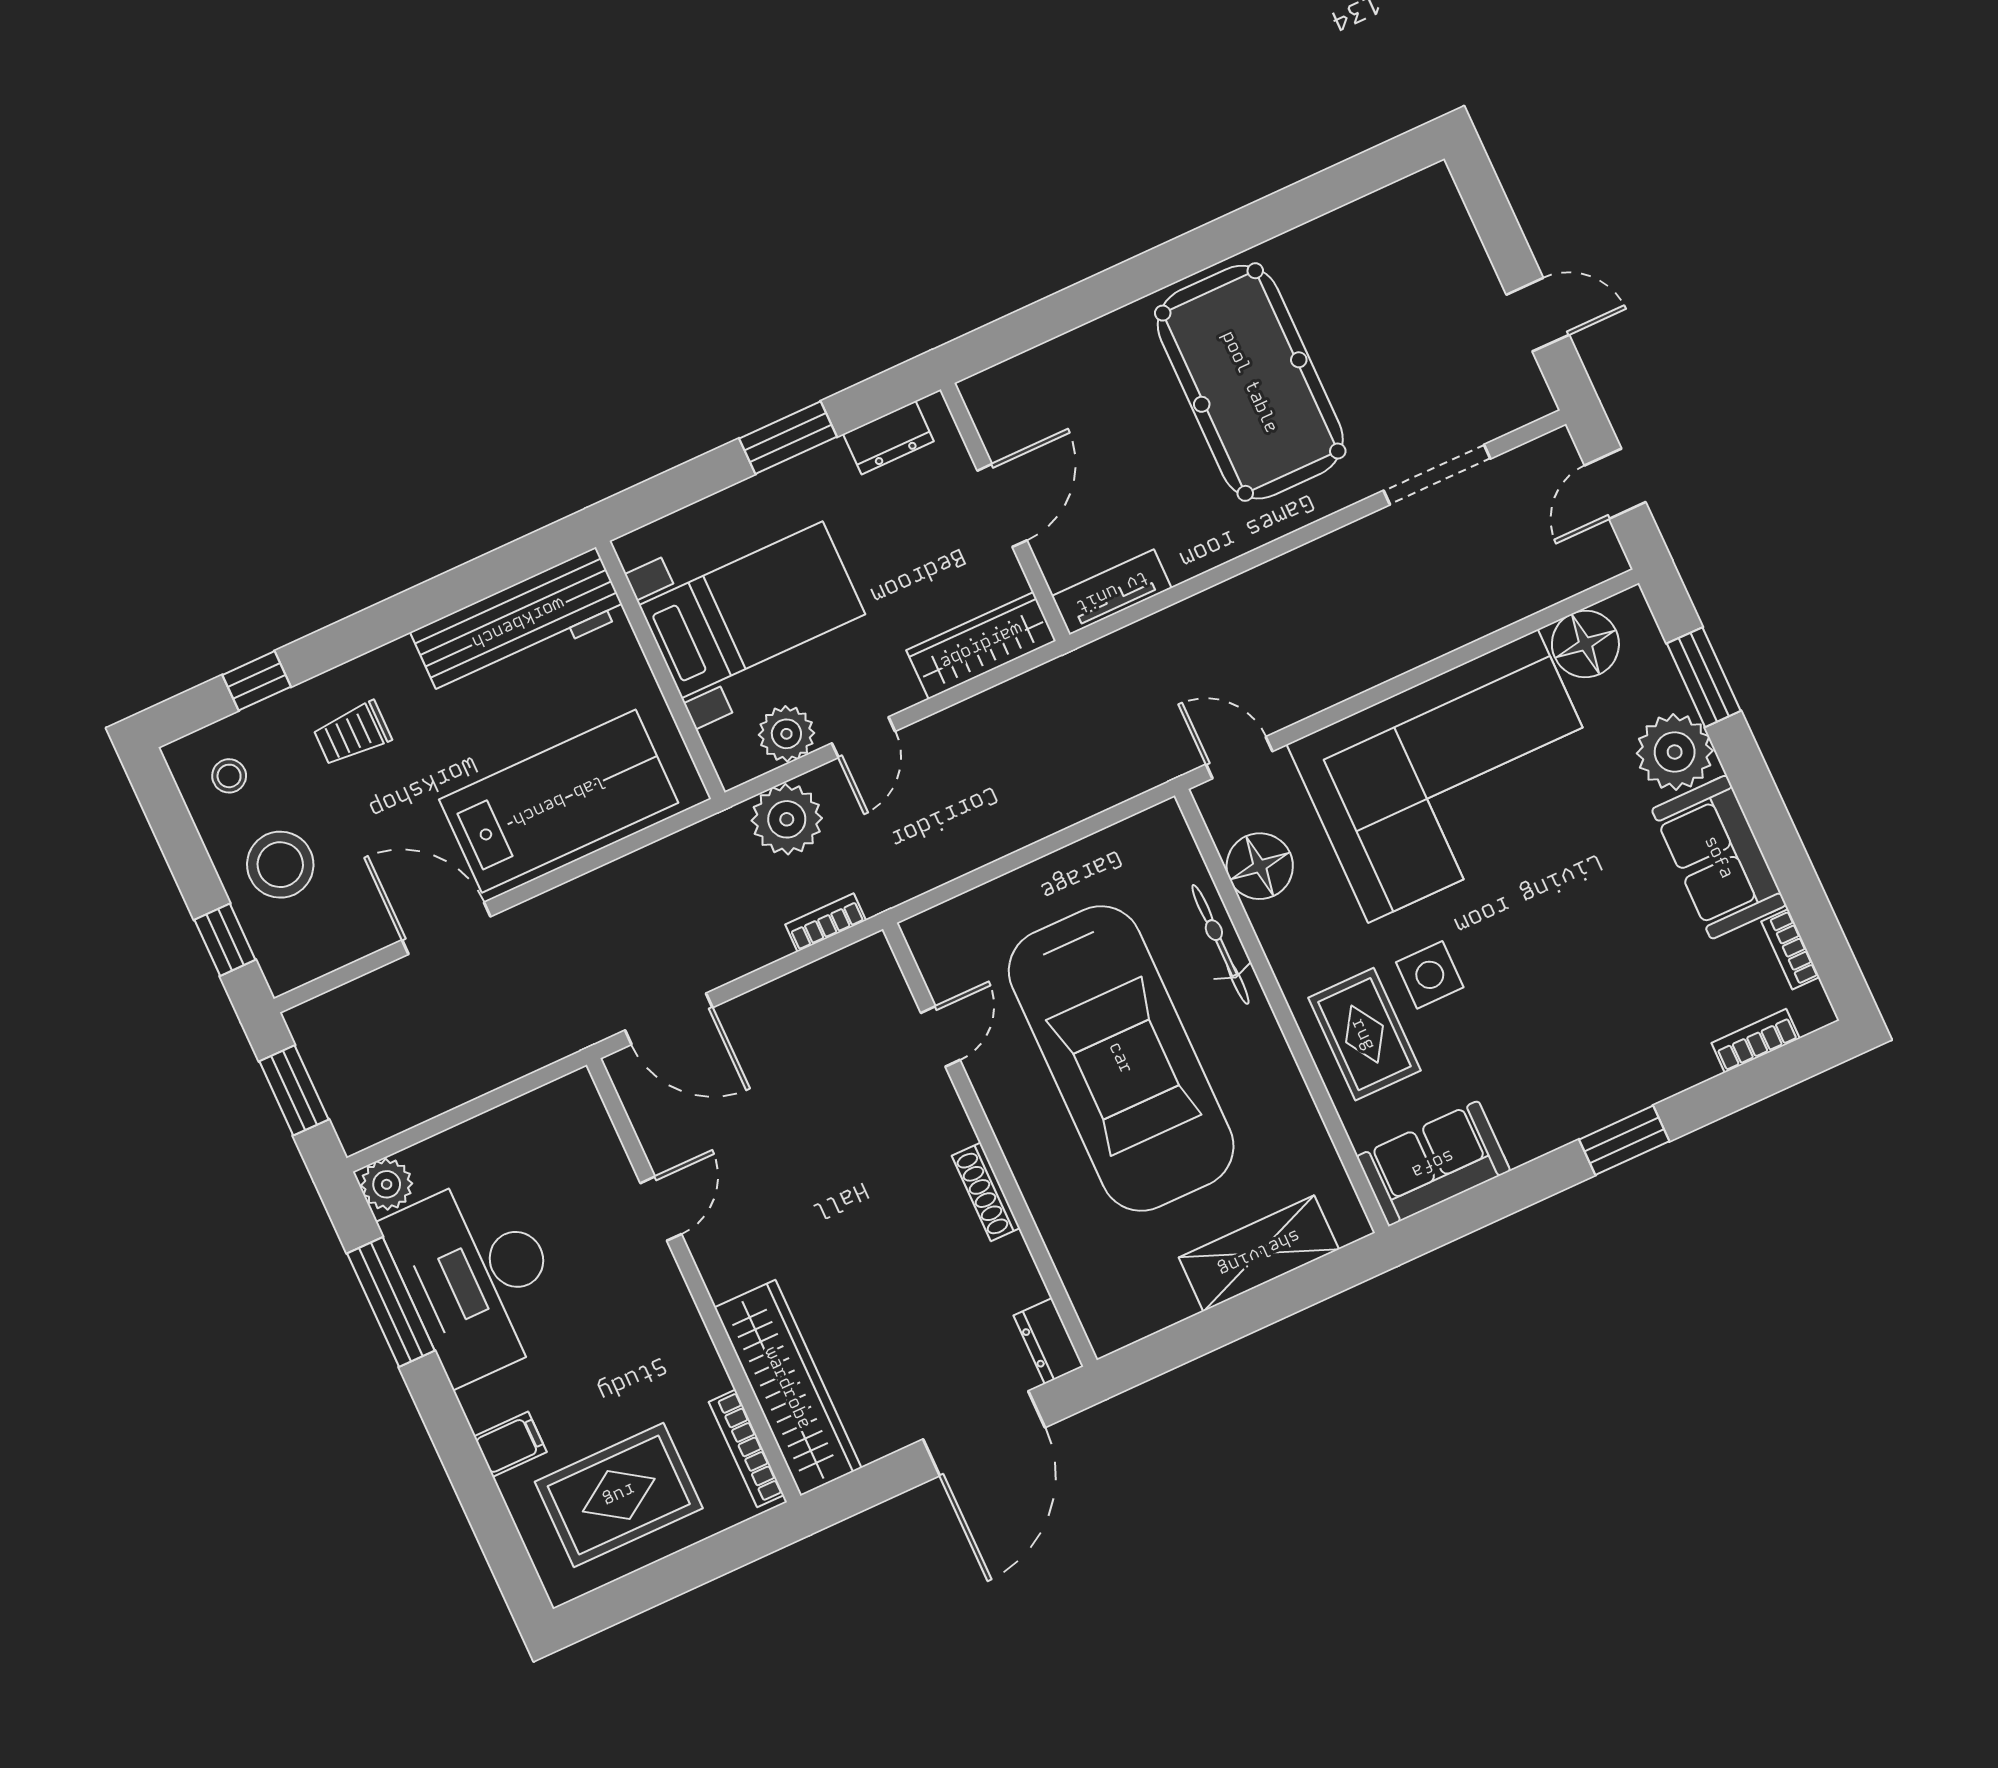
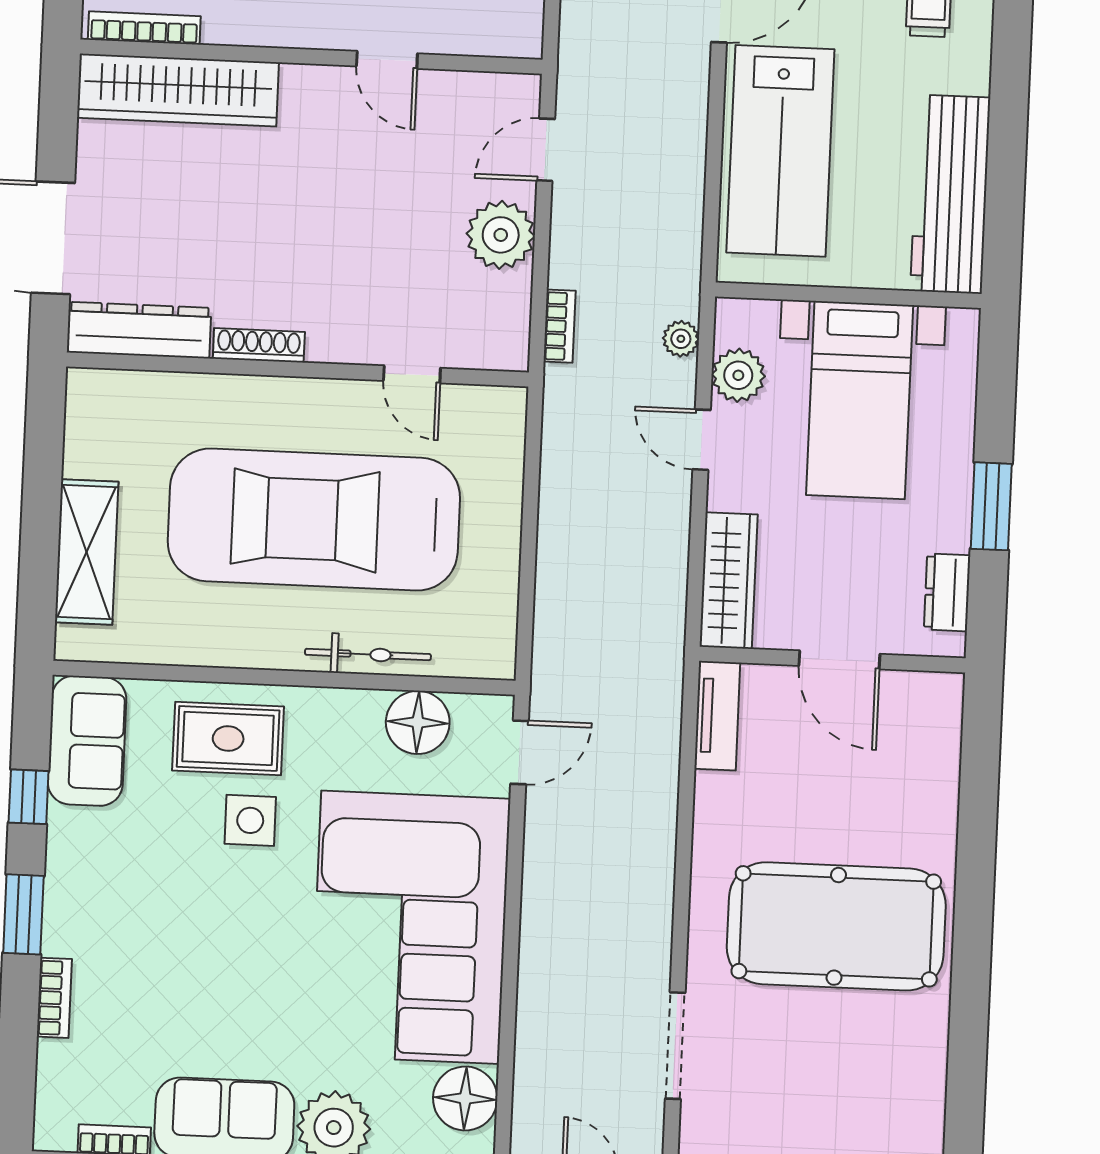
plant: (787, 819) -> (681, 339), width x0.53, depth x0.53
door: (669, 1019) -> (546, 150), width x0.73
plant: (769, 1020) -> (501, 235), added
bookcase: (1756, 1041) -> (54, 998), moved
window: (1513, 1191) -> (29, 797), added
dresser: (1048, 1341) -> (139, 330), width x1.96, depth x1.24

